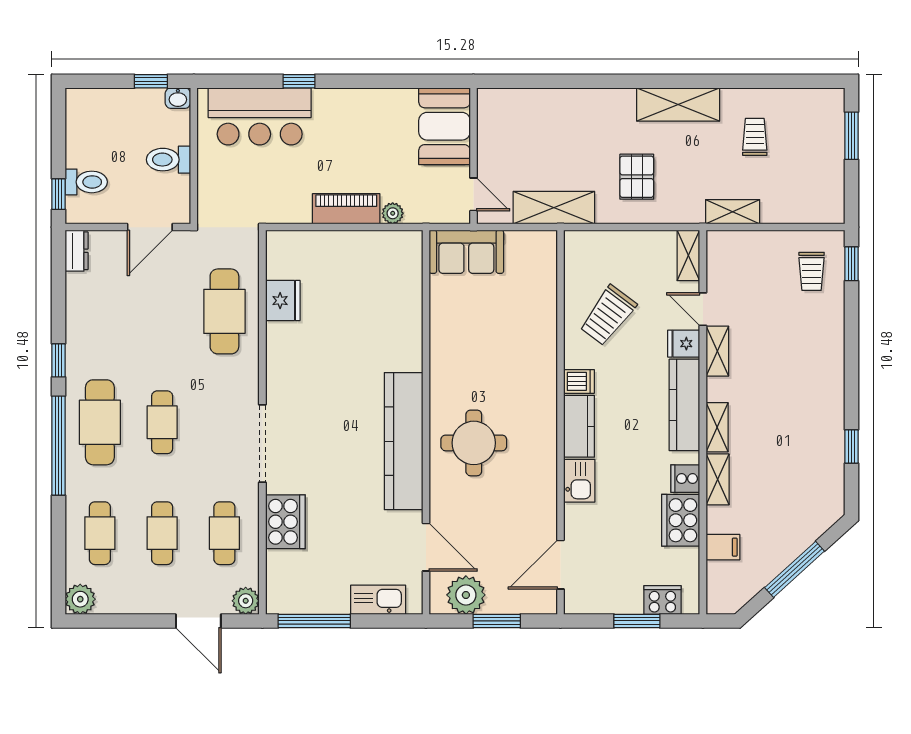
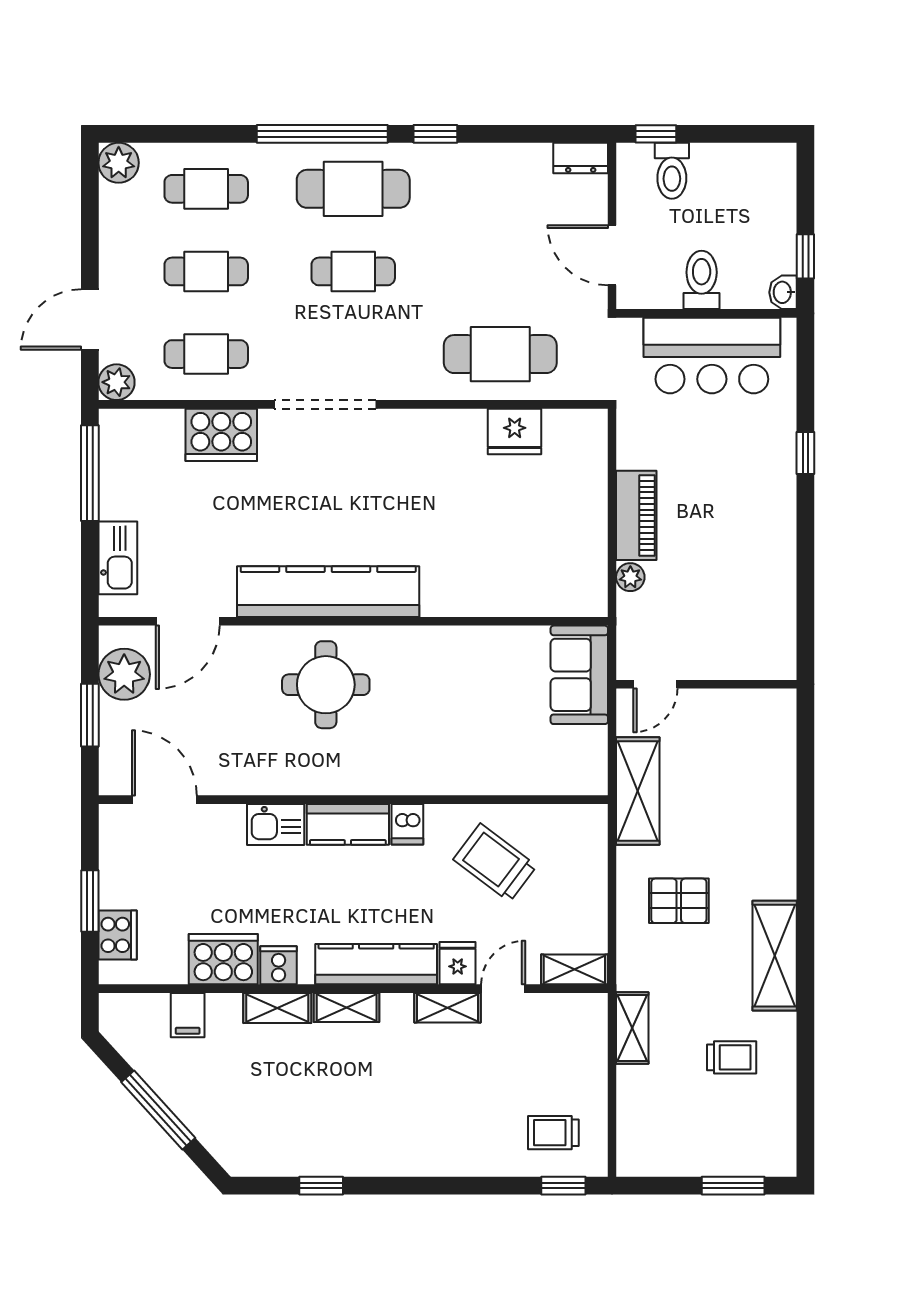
bar counter: (260, 116) -> (712, 356), moved, turned -90
booth: (444, 126) -> (746, 646), removed

